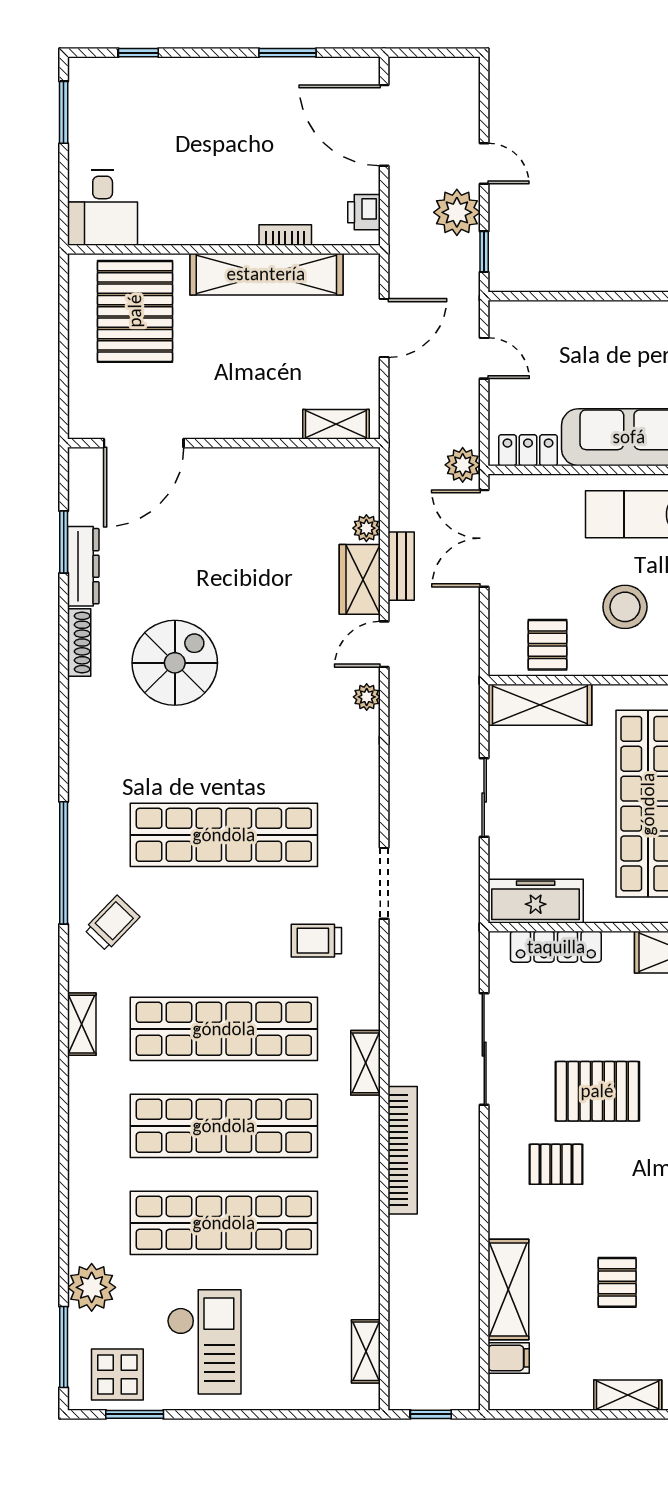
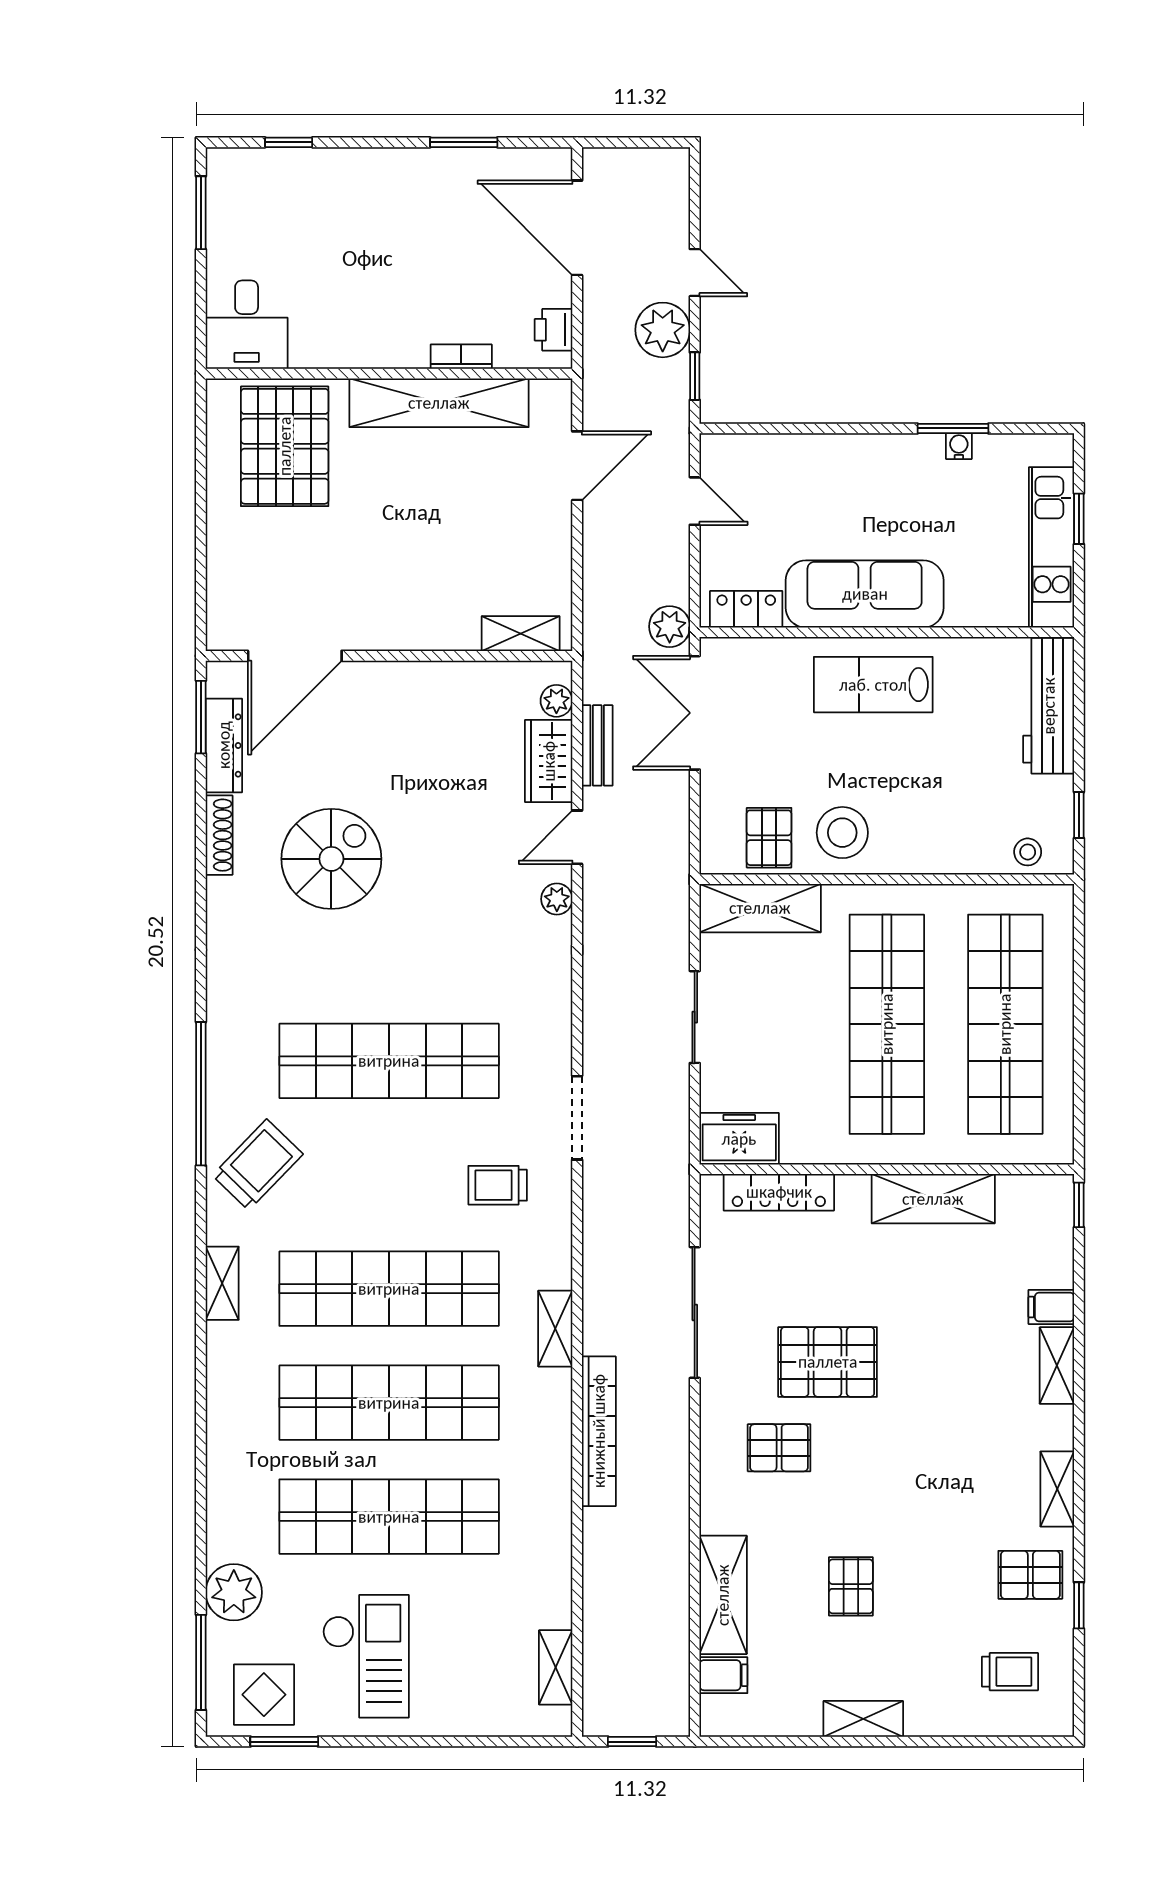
shelving: (336, 424) -> (521, 634), moved
door: (144, 443) -> (295, 656), moved
wall: (224, 443) -> (389, 656), moved
stool: (625, 607) -> (842, 833), moved
freezer: (536, 901) -> (739, 1139), width x0.71
trolley: (112, 923) -> (258, 1165), width x1.36, depth x1.39

